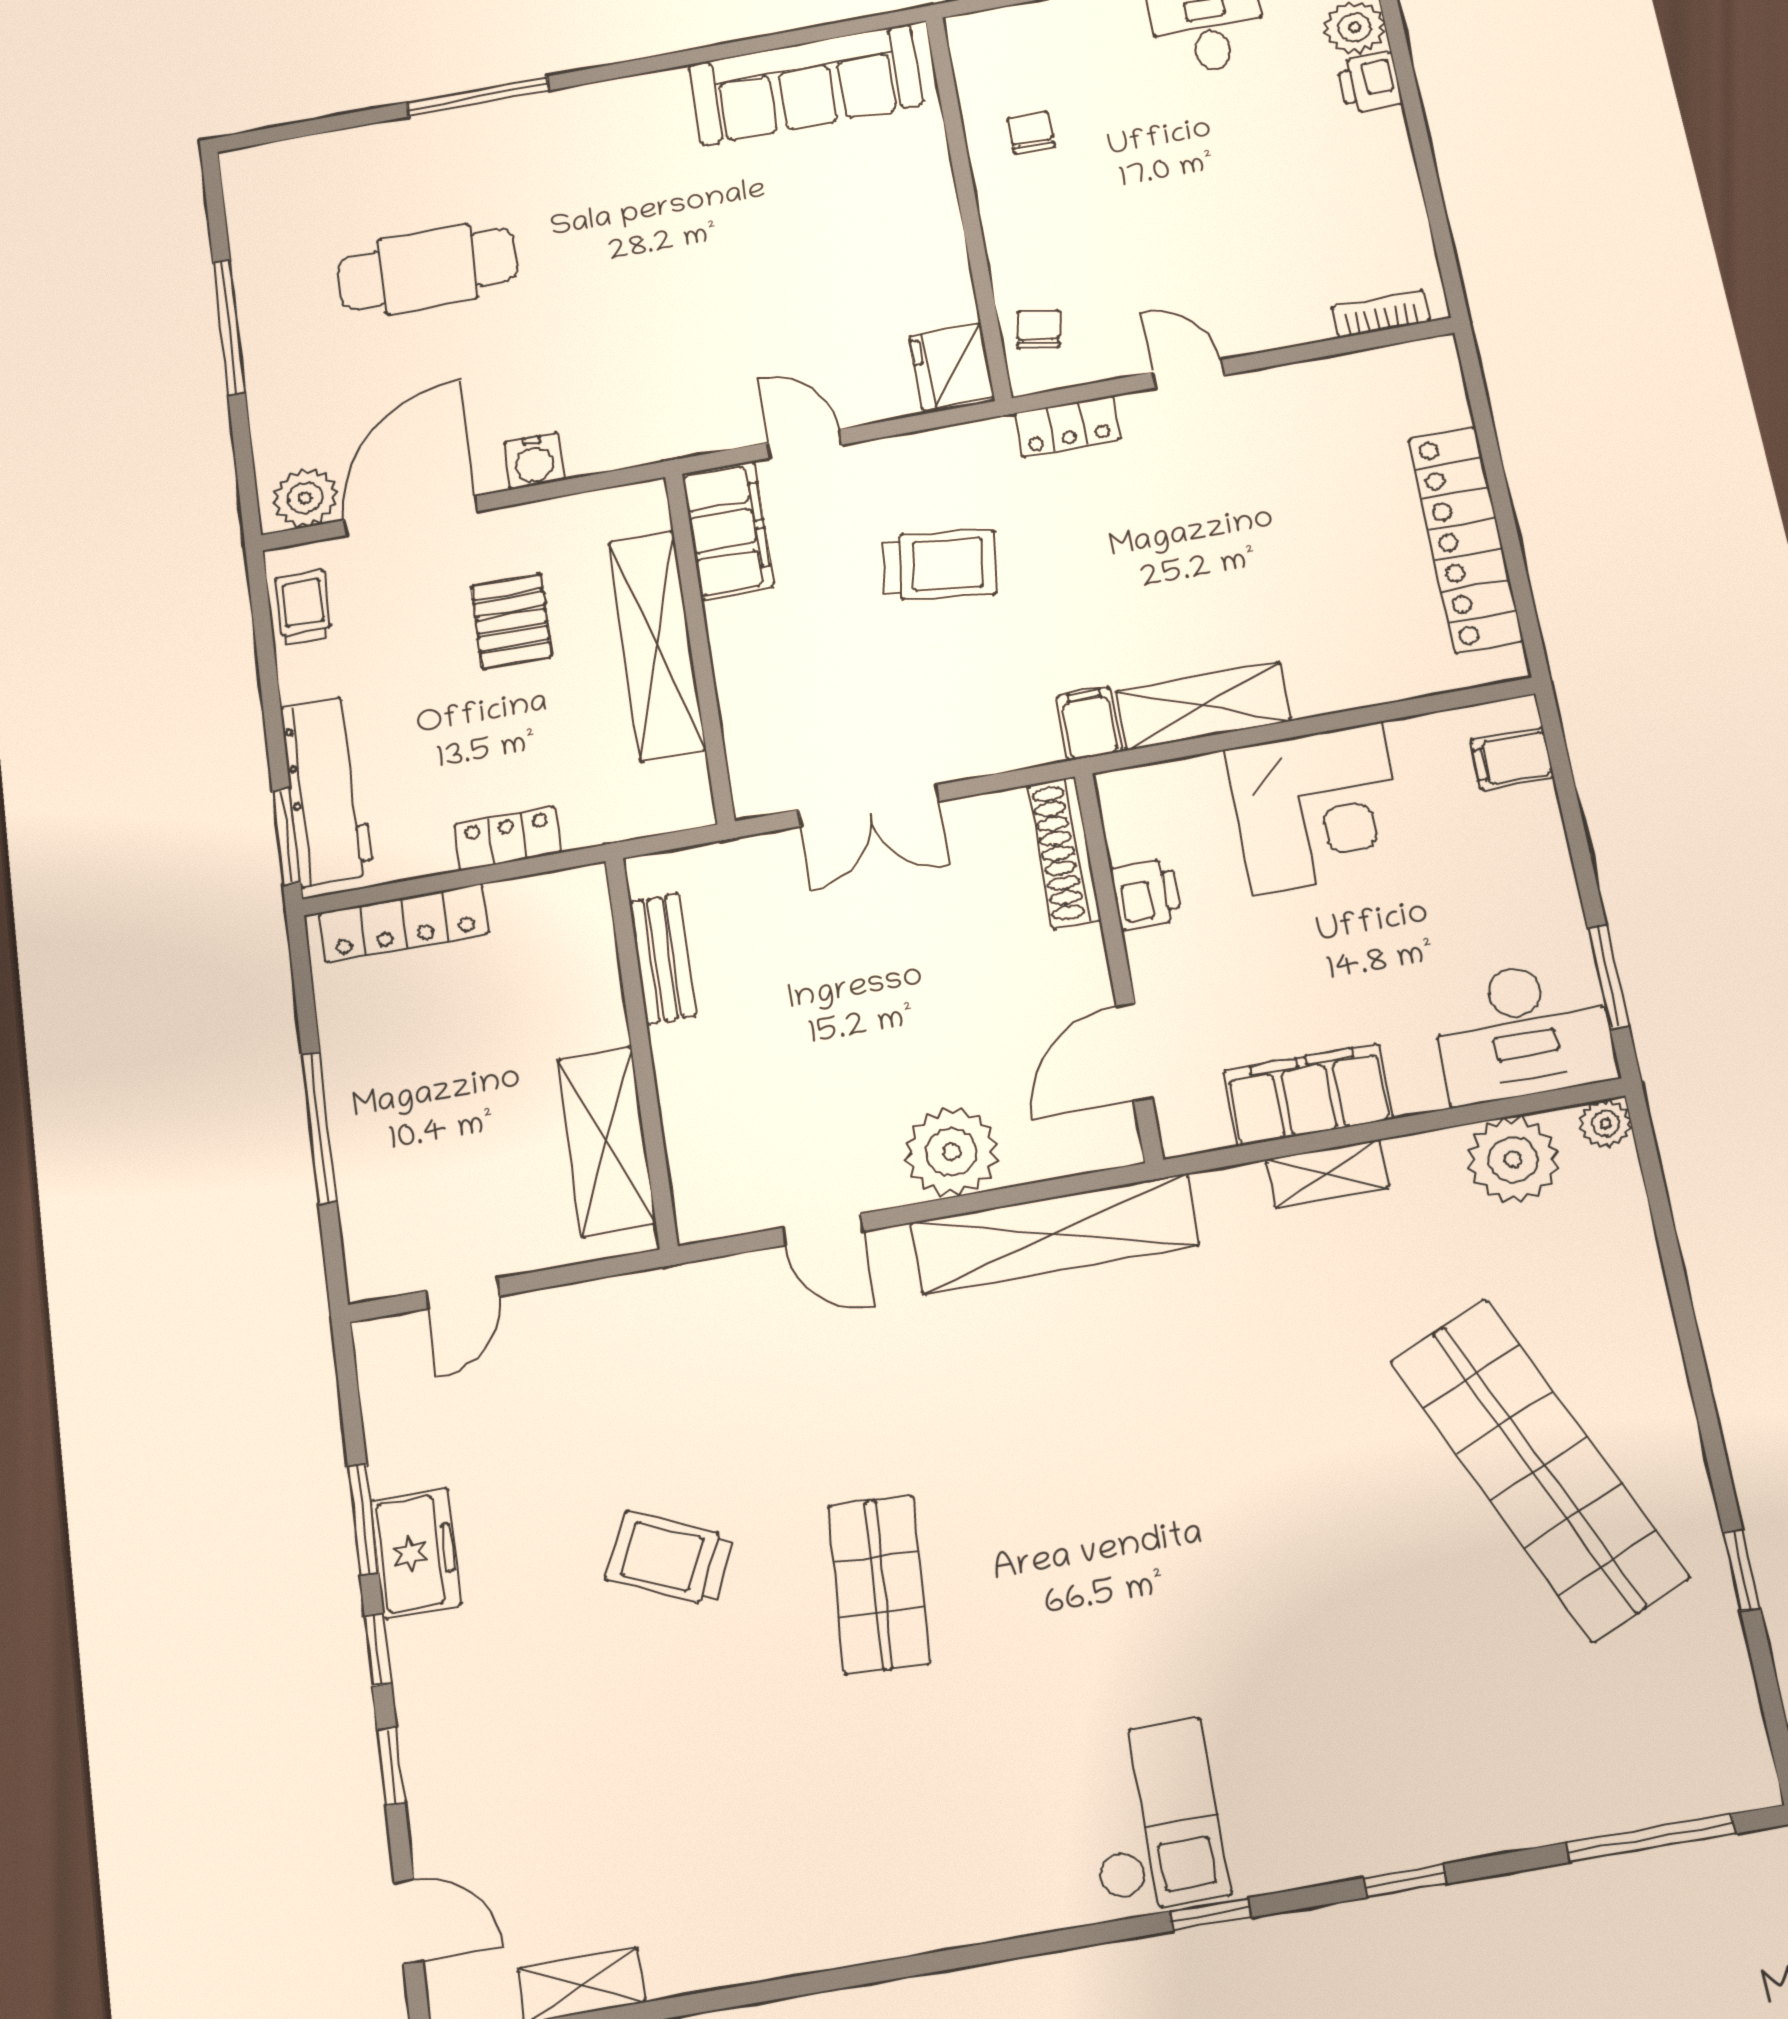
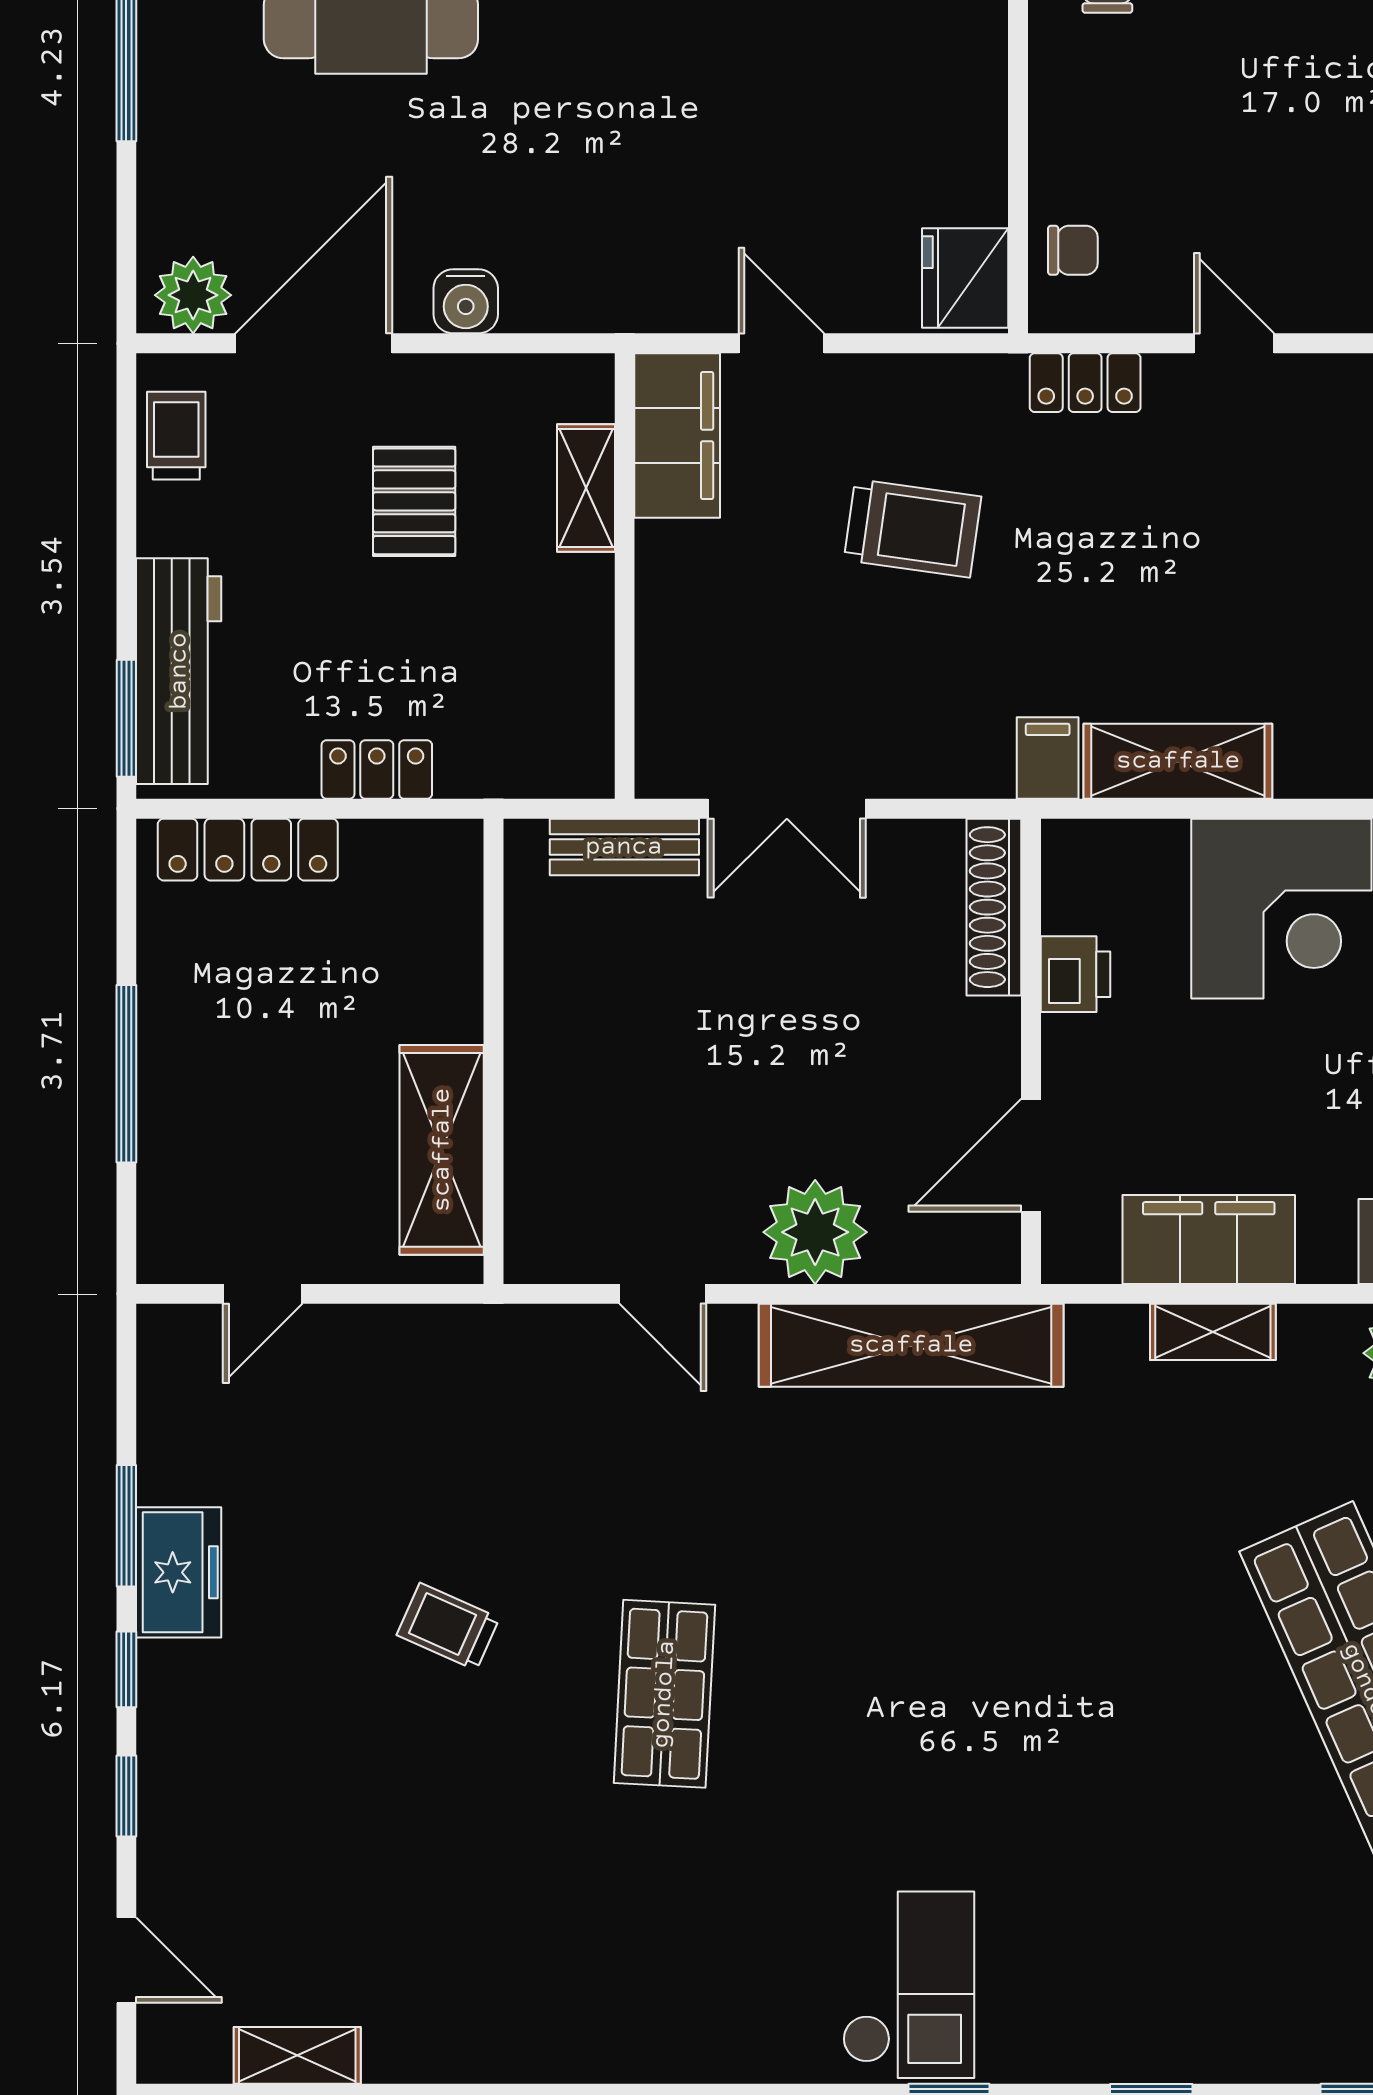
chair: (1038, 329) -> (1073, 250), turned 81
shelving: (657, 645) -> (586, 488), width x0.45, depth x0.75
bench: (663, 959) -> (624, 847), moved, turned 90
trolley: (670, 1558) -> (448, 1626), width x0.73, depth x0.72

